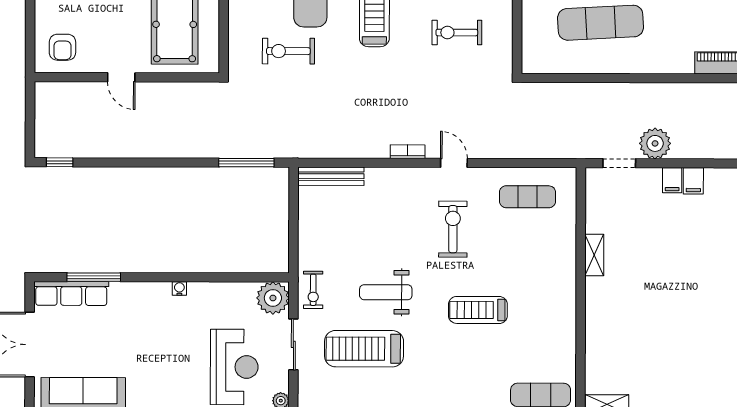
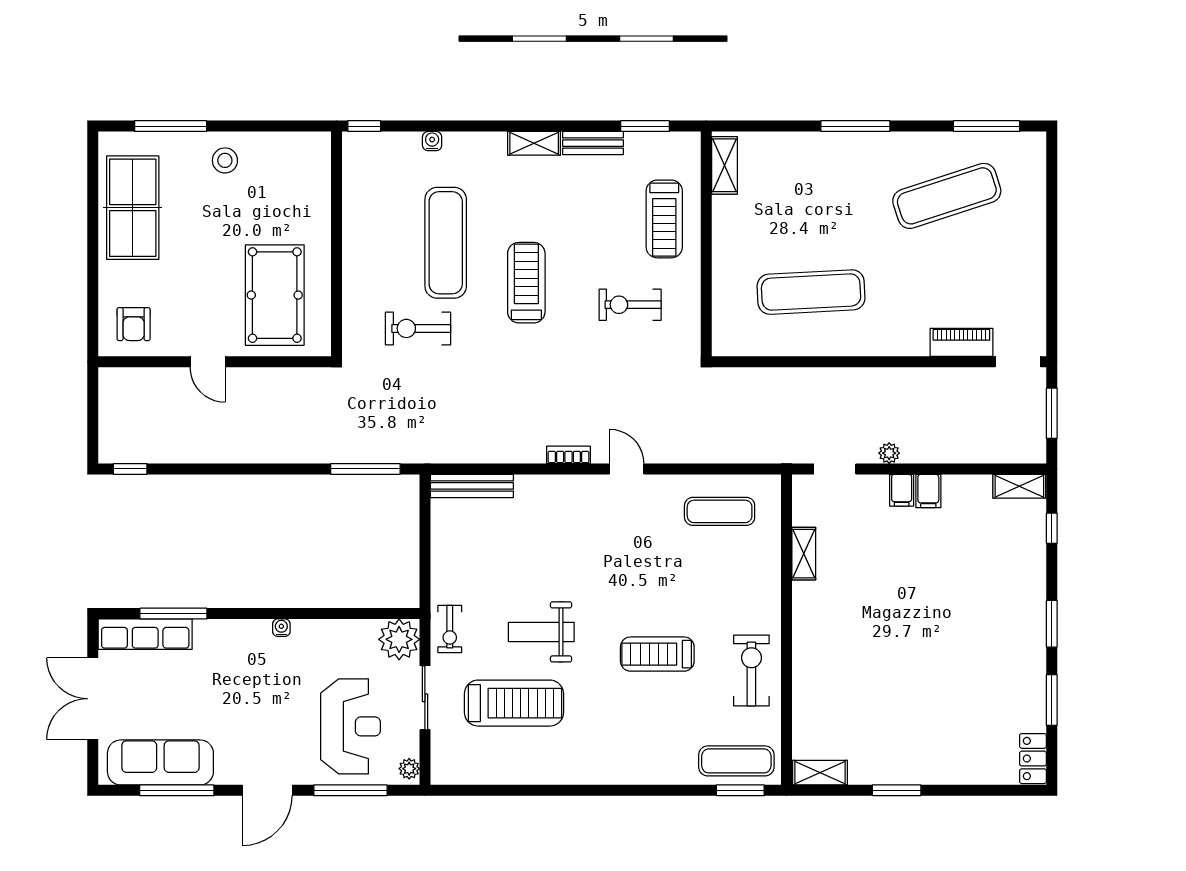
plant: (655, 143) -> (889, 453), width x0.53, depth x0.53
exercise bike: (453, 229) -> (751, 671), moved
shelving: (594, 255) -> (804, 554), moved
treadmill: (364, 349) -> (514, 703), turned 180

